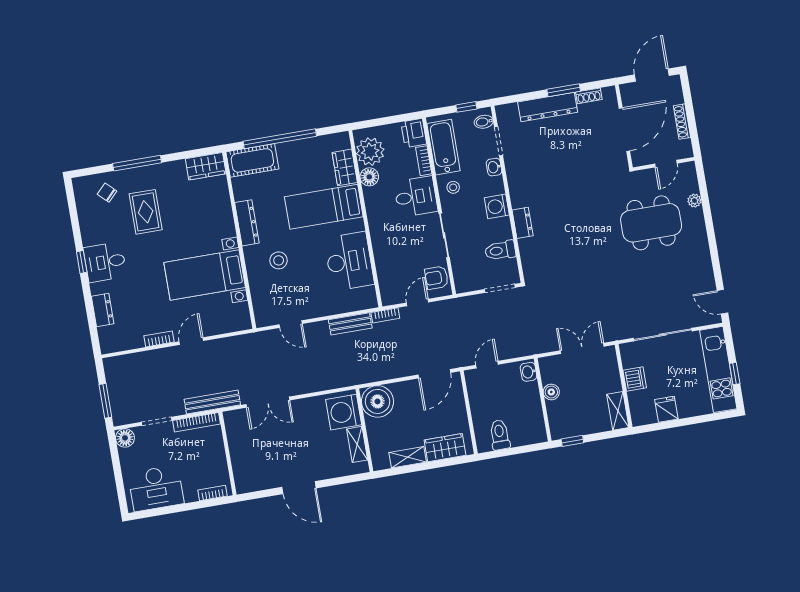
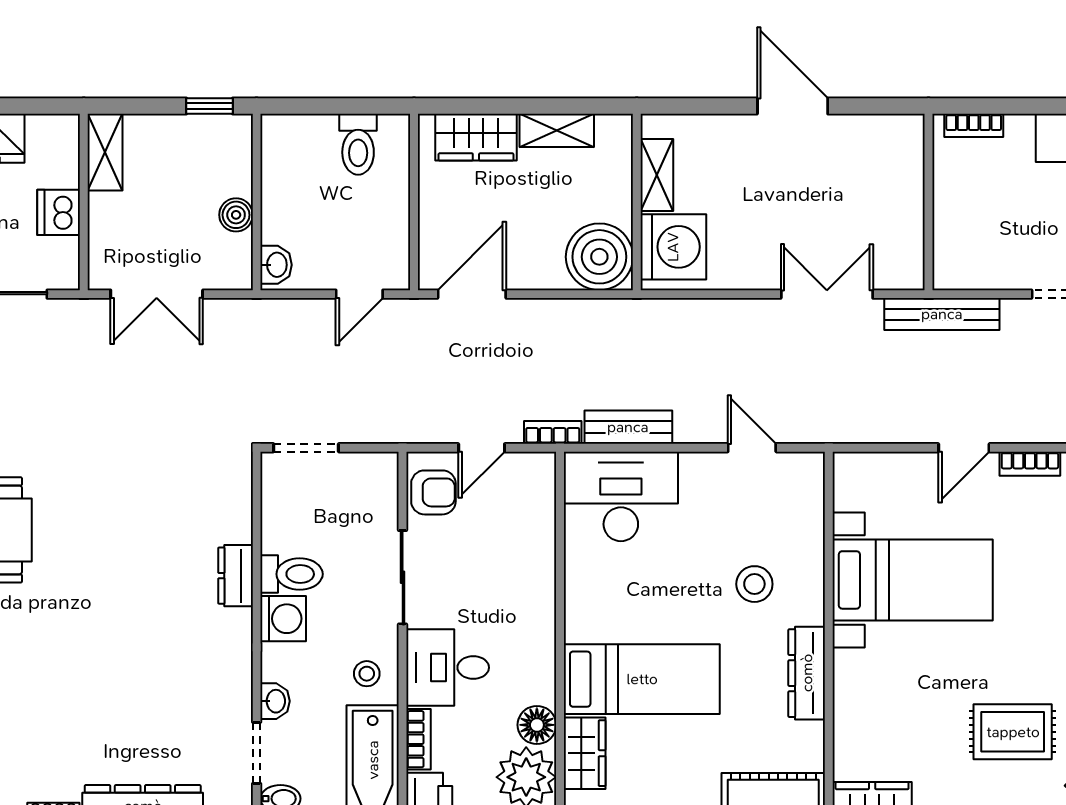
rug: (146, 212) -> (1013, 732), turned 90
toilet: (500, 250) -> (292, 574), moved
desk: (349, 261) -> (621, 496), moved, turned 90
bookcase: (196, 422) -> (982, 278), removed

